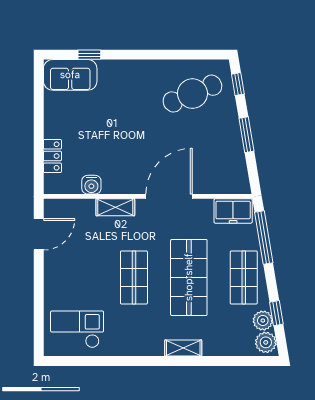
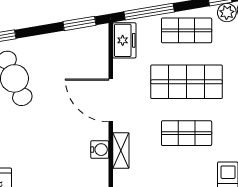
window: (246, 135) -> (79, 23), moved
water cooler: (91, 185) -> (100, 150), moved

